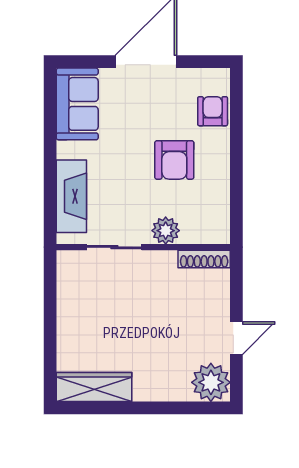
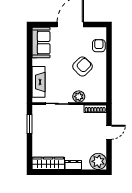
armchair: (174, 160) -> (82, 66), turned -135
window: (50, 295) -> (29, 124), added
door: (236, 338) -> (109, 132), moved
dresser: (153, 391) -> (73, 165), added

